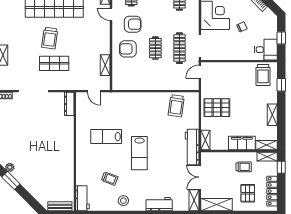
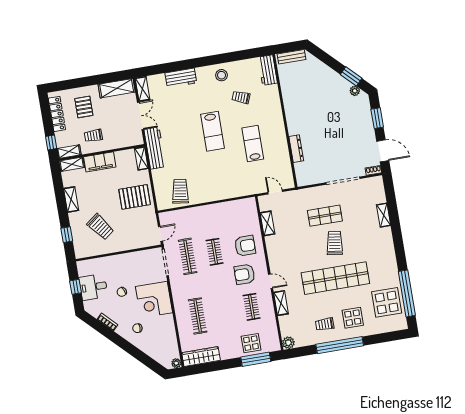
desk: (266, 50) -> (93, 287), moved
trolley: (263, 75) -> (100, 227), moved, turned 143
dresser: (69, 104) -> (296, 149), moved
lab bench: (106, 137) -> (253, 144), turned -90
lab bench: (139, 153) -> (212, 131), turned 180

